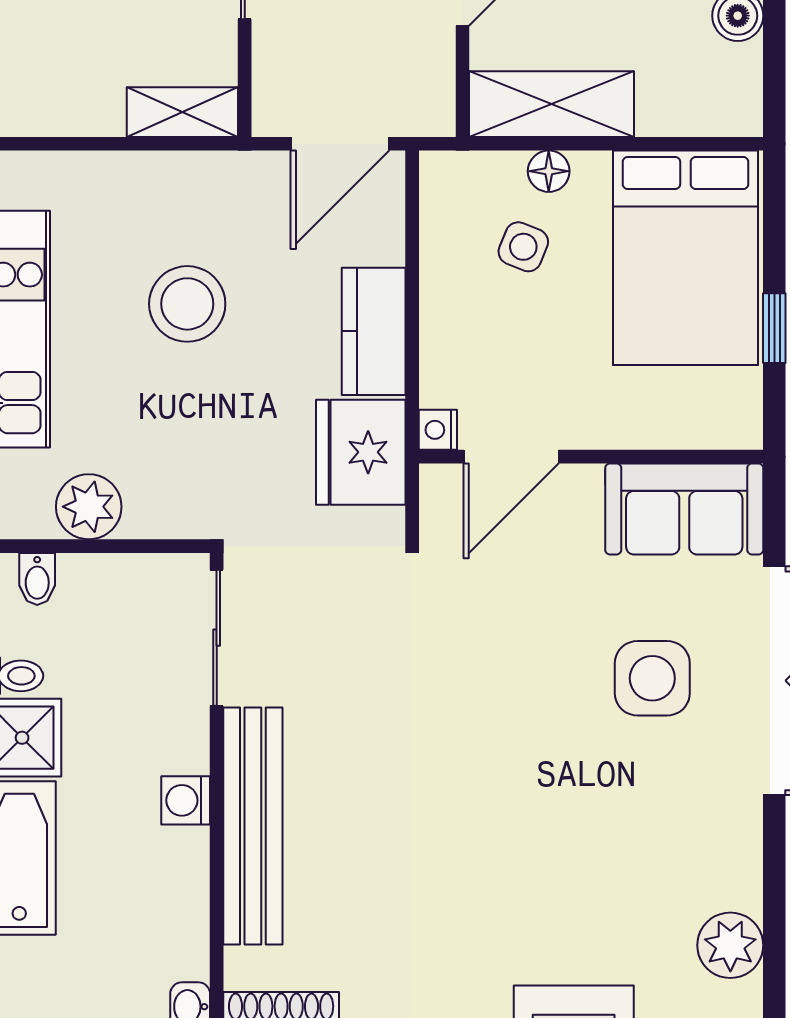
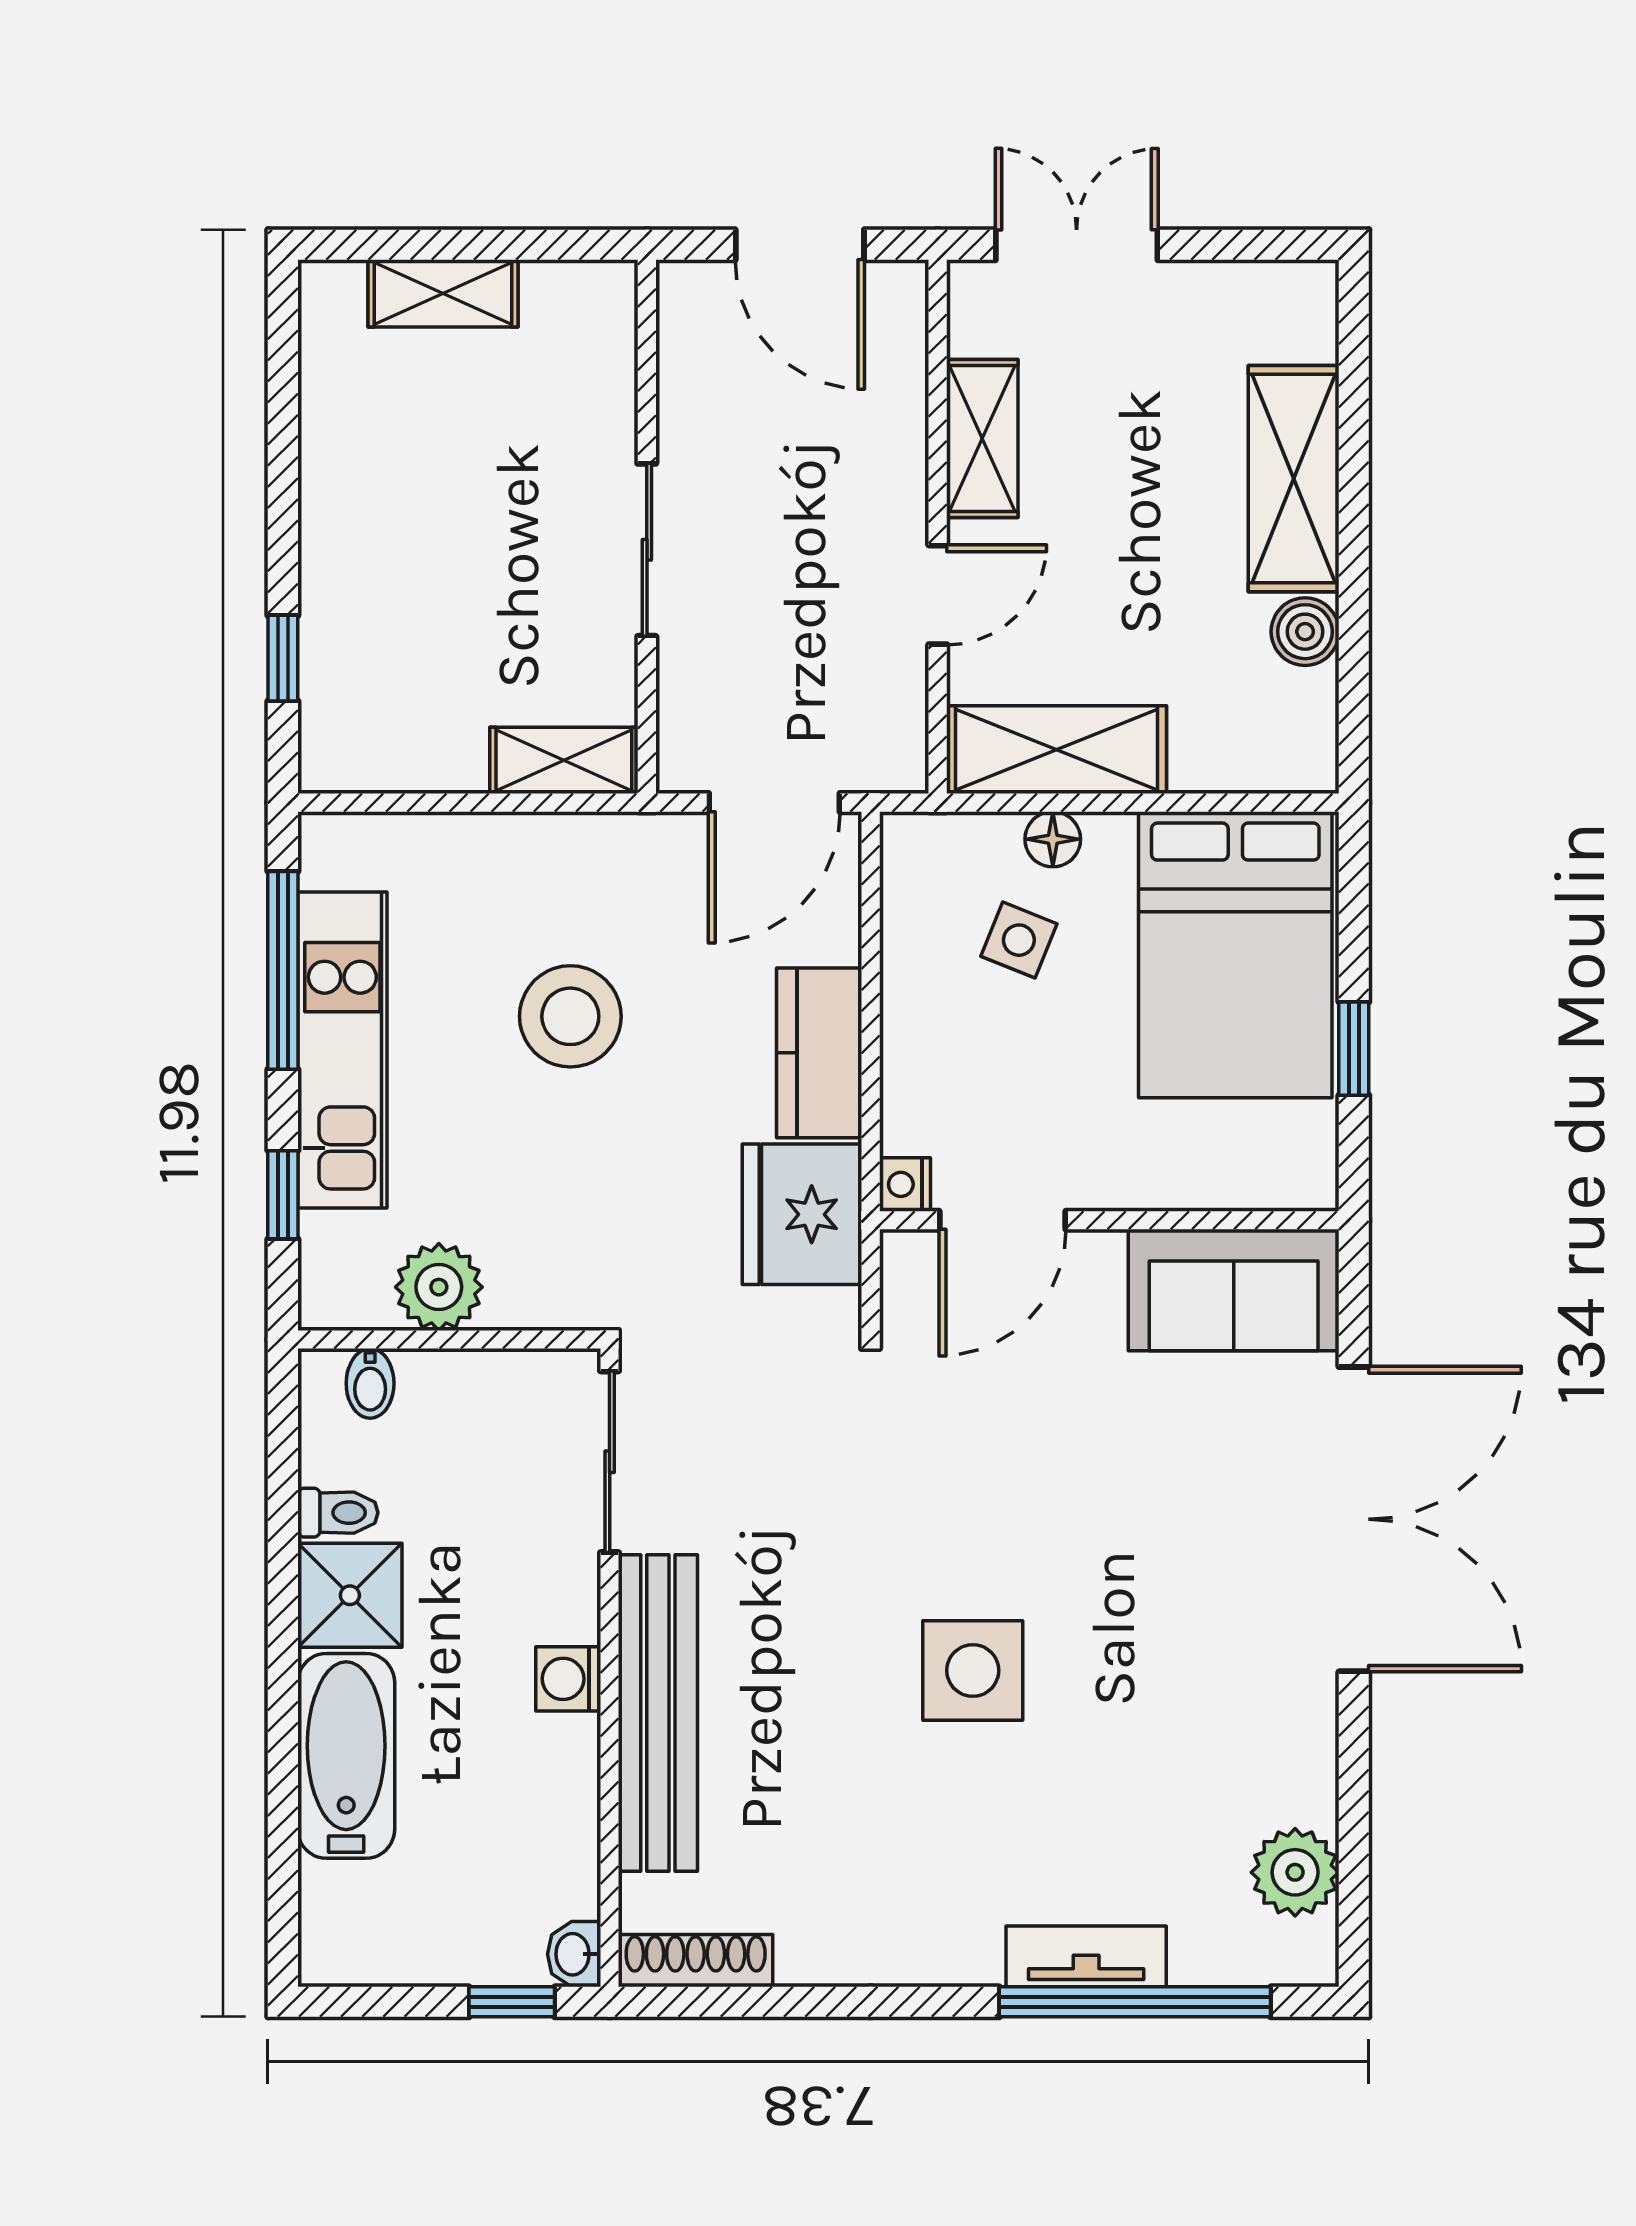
side table: (652, 678) -> (973, 1670), moved

